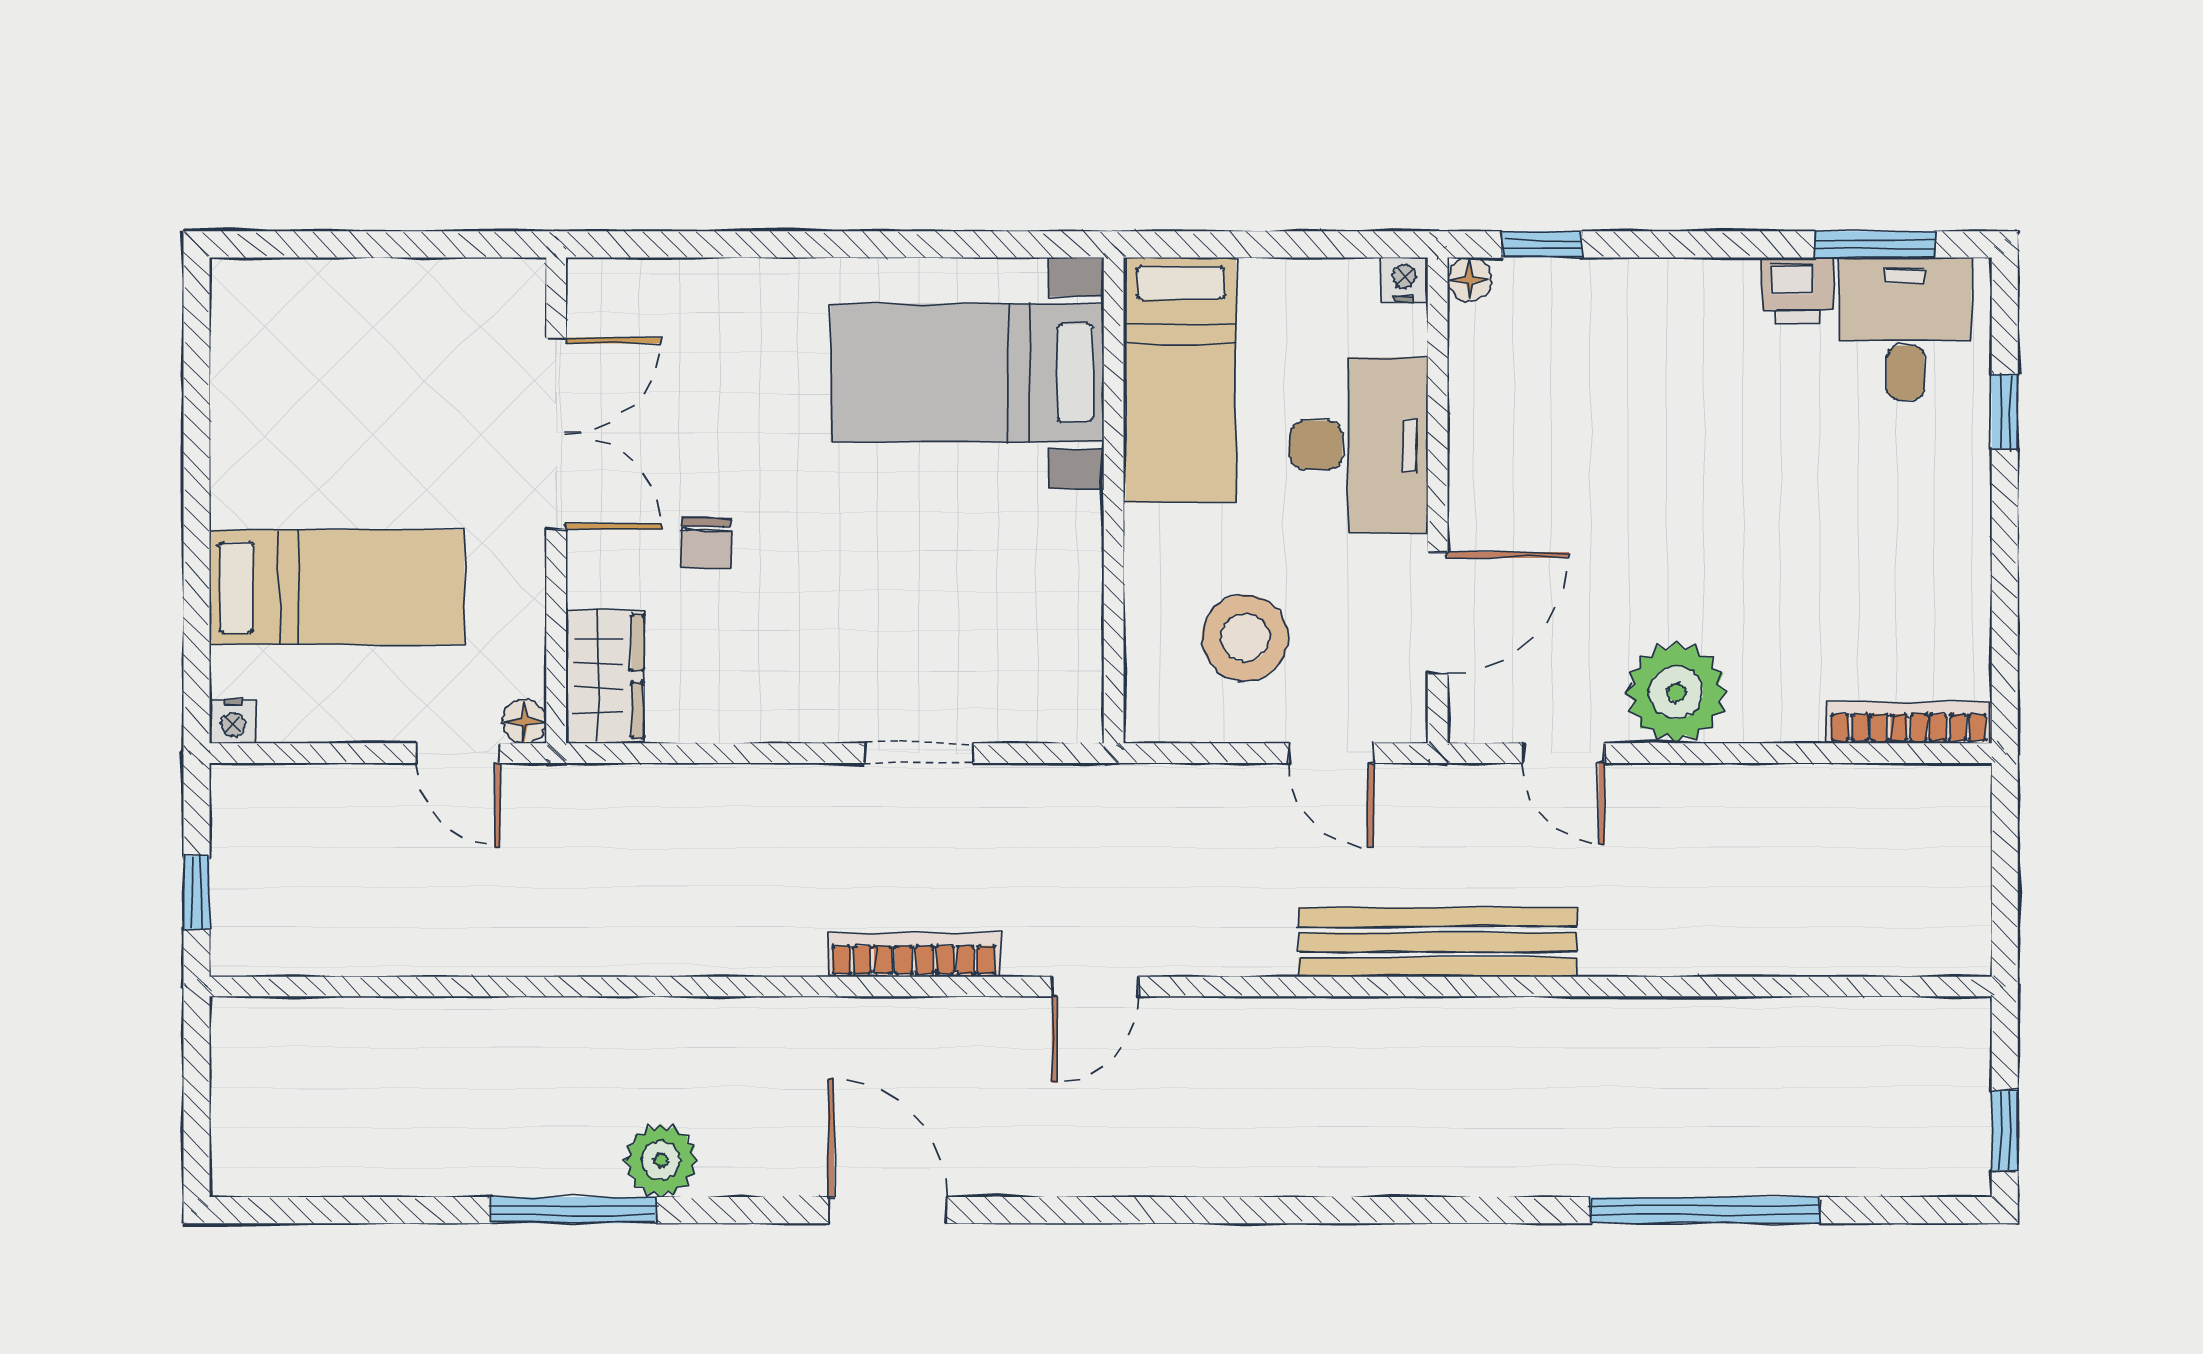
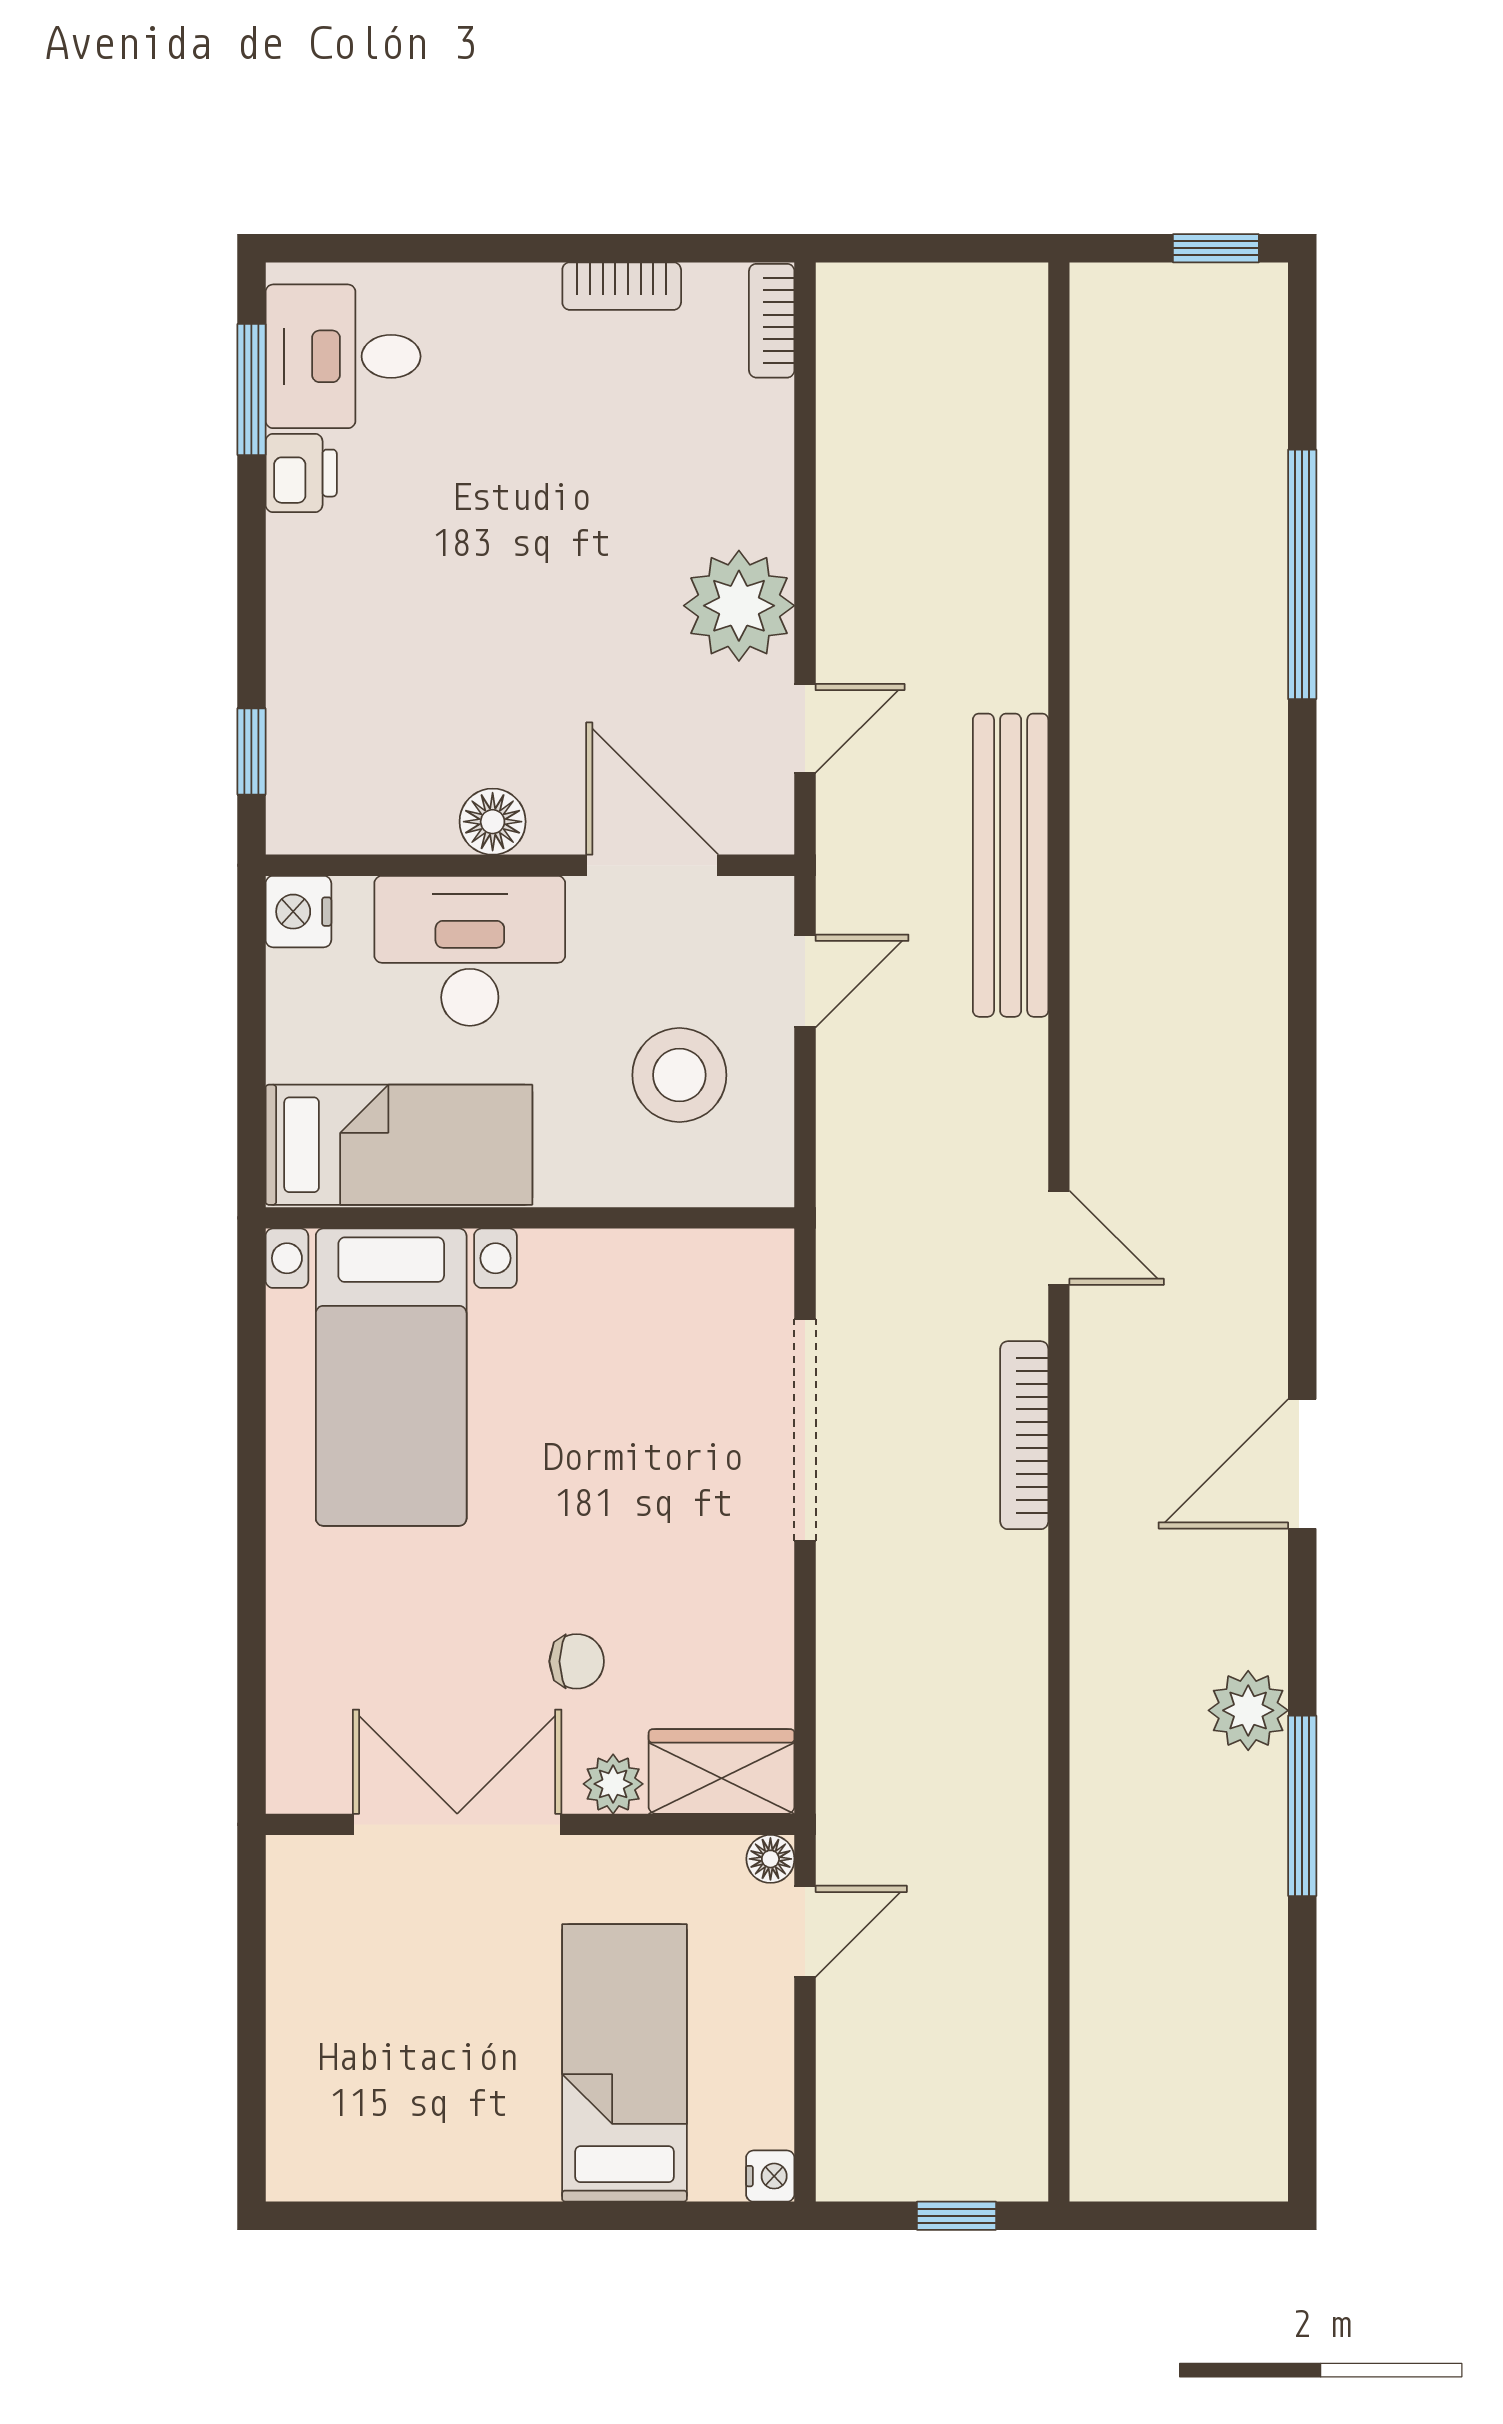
nightstand: (1404, 280) -> (298, 912), width x1.39, depth x1.35
floor lamp: (1470, 280) -> (493, 822), moved, width x1.37, depth x1.37
window: (2005, 411) -> (433, 248), removed
plant: (593, 577) -> (613, 1784), added
bookcase: (1970, 585) -> (622, 286), added
bookcase: (1909, 723) -> (772, 321), width x0.64
doorway: (919, 753) -> (805, 1430), width x1.88

